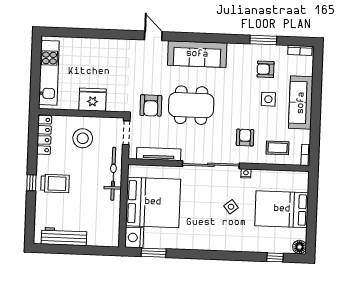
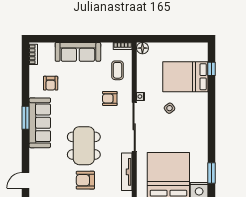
window: (263, 40) -> (26, 118), moved
sofa: (197, 54) -> (40, 123), moved
side table: (268, 99) -> (76, 80), removed
armchair: (151, 105) -> (85, 180), turned 180
bed: (282, 209) -> (185, 77), moved, turned 90
floor lamp: (300, 247) -> (142, 48), moved

